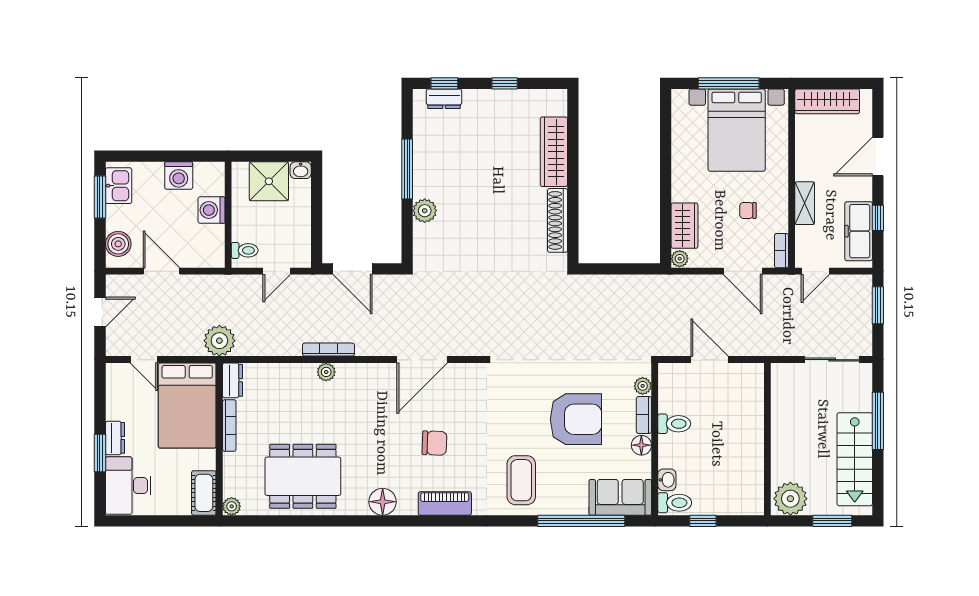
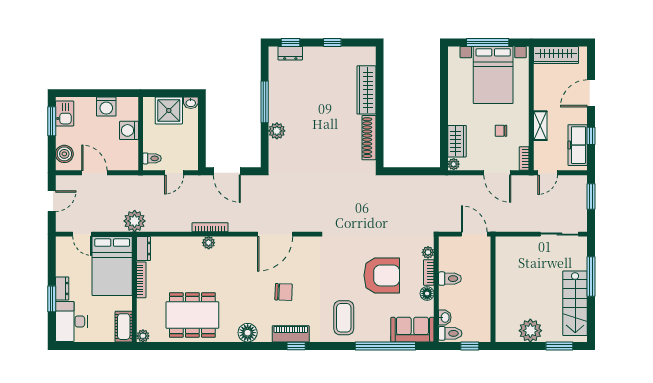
wall: (767, 439) -> (493, 289), moved
window: (452, 521) -> (296, 346), added

